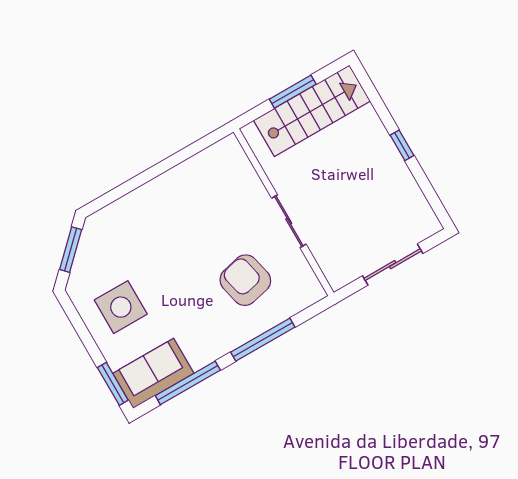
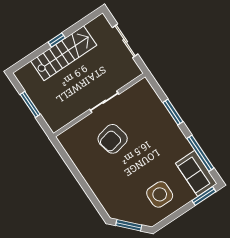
stairs: (312, 111) -> (64, 53), moved, turned 90
armchair: (245, 280) -> (113, 139), moved
window: (263, 340) -> (173, 112), width x0.69

